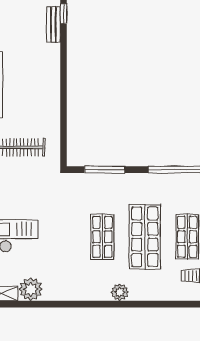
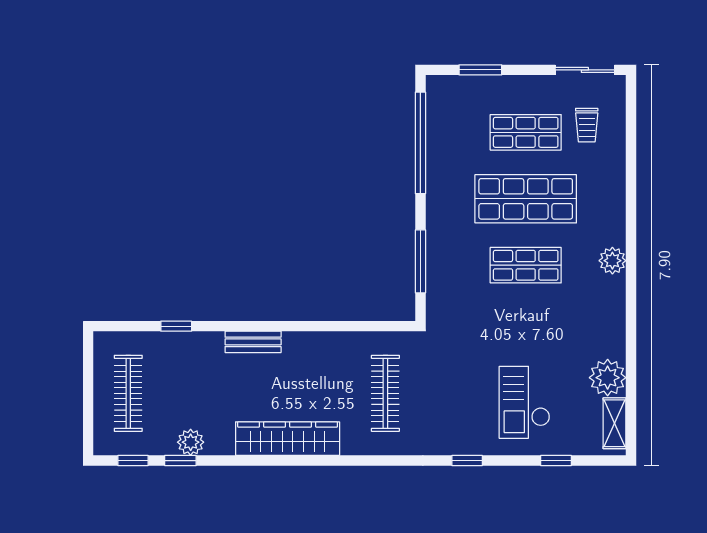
bench: (53, 24) -> (253, 342), moved
plant: (120, 292) -> (612, 261), moved

